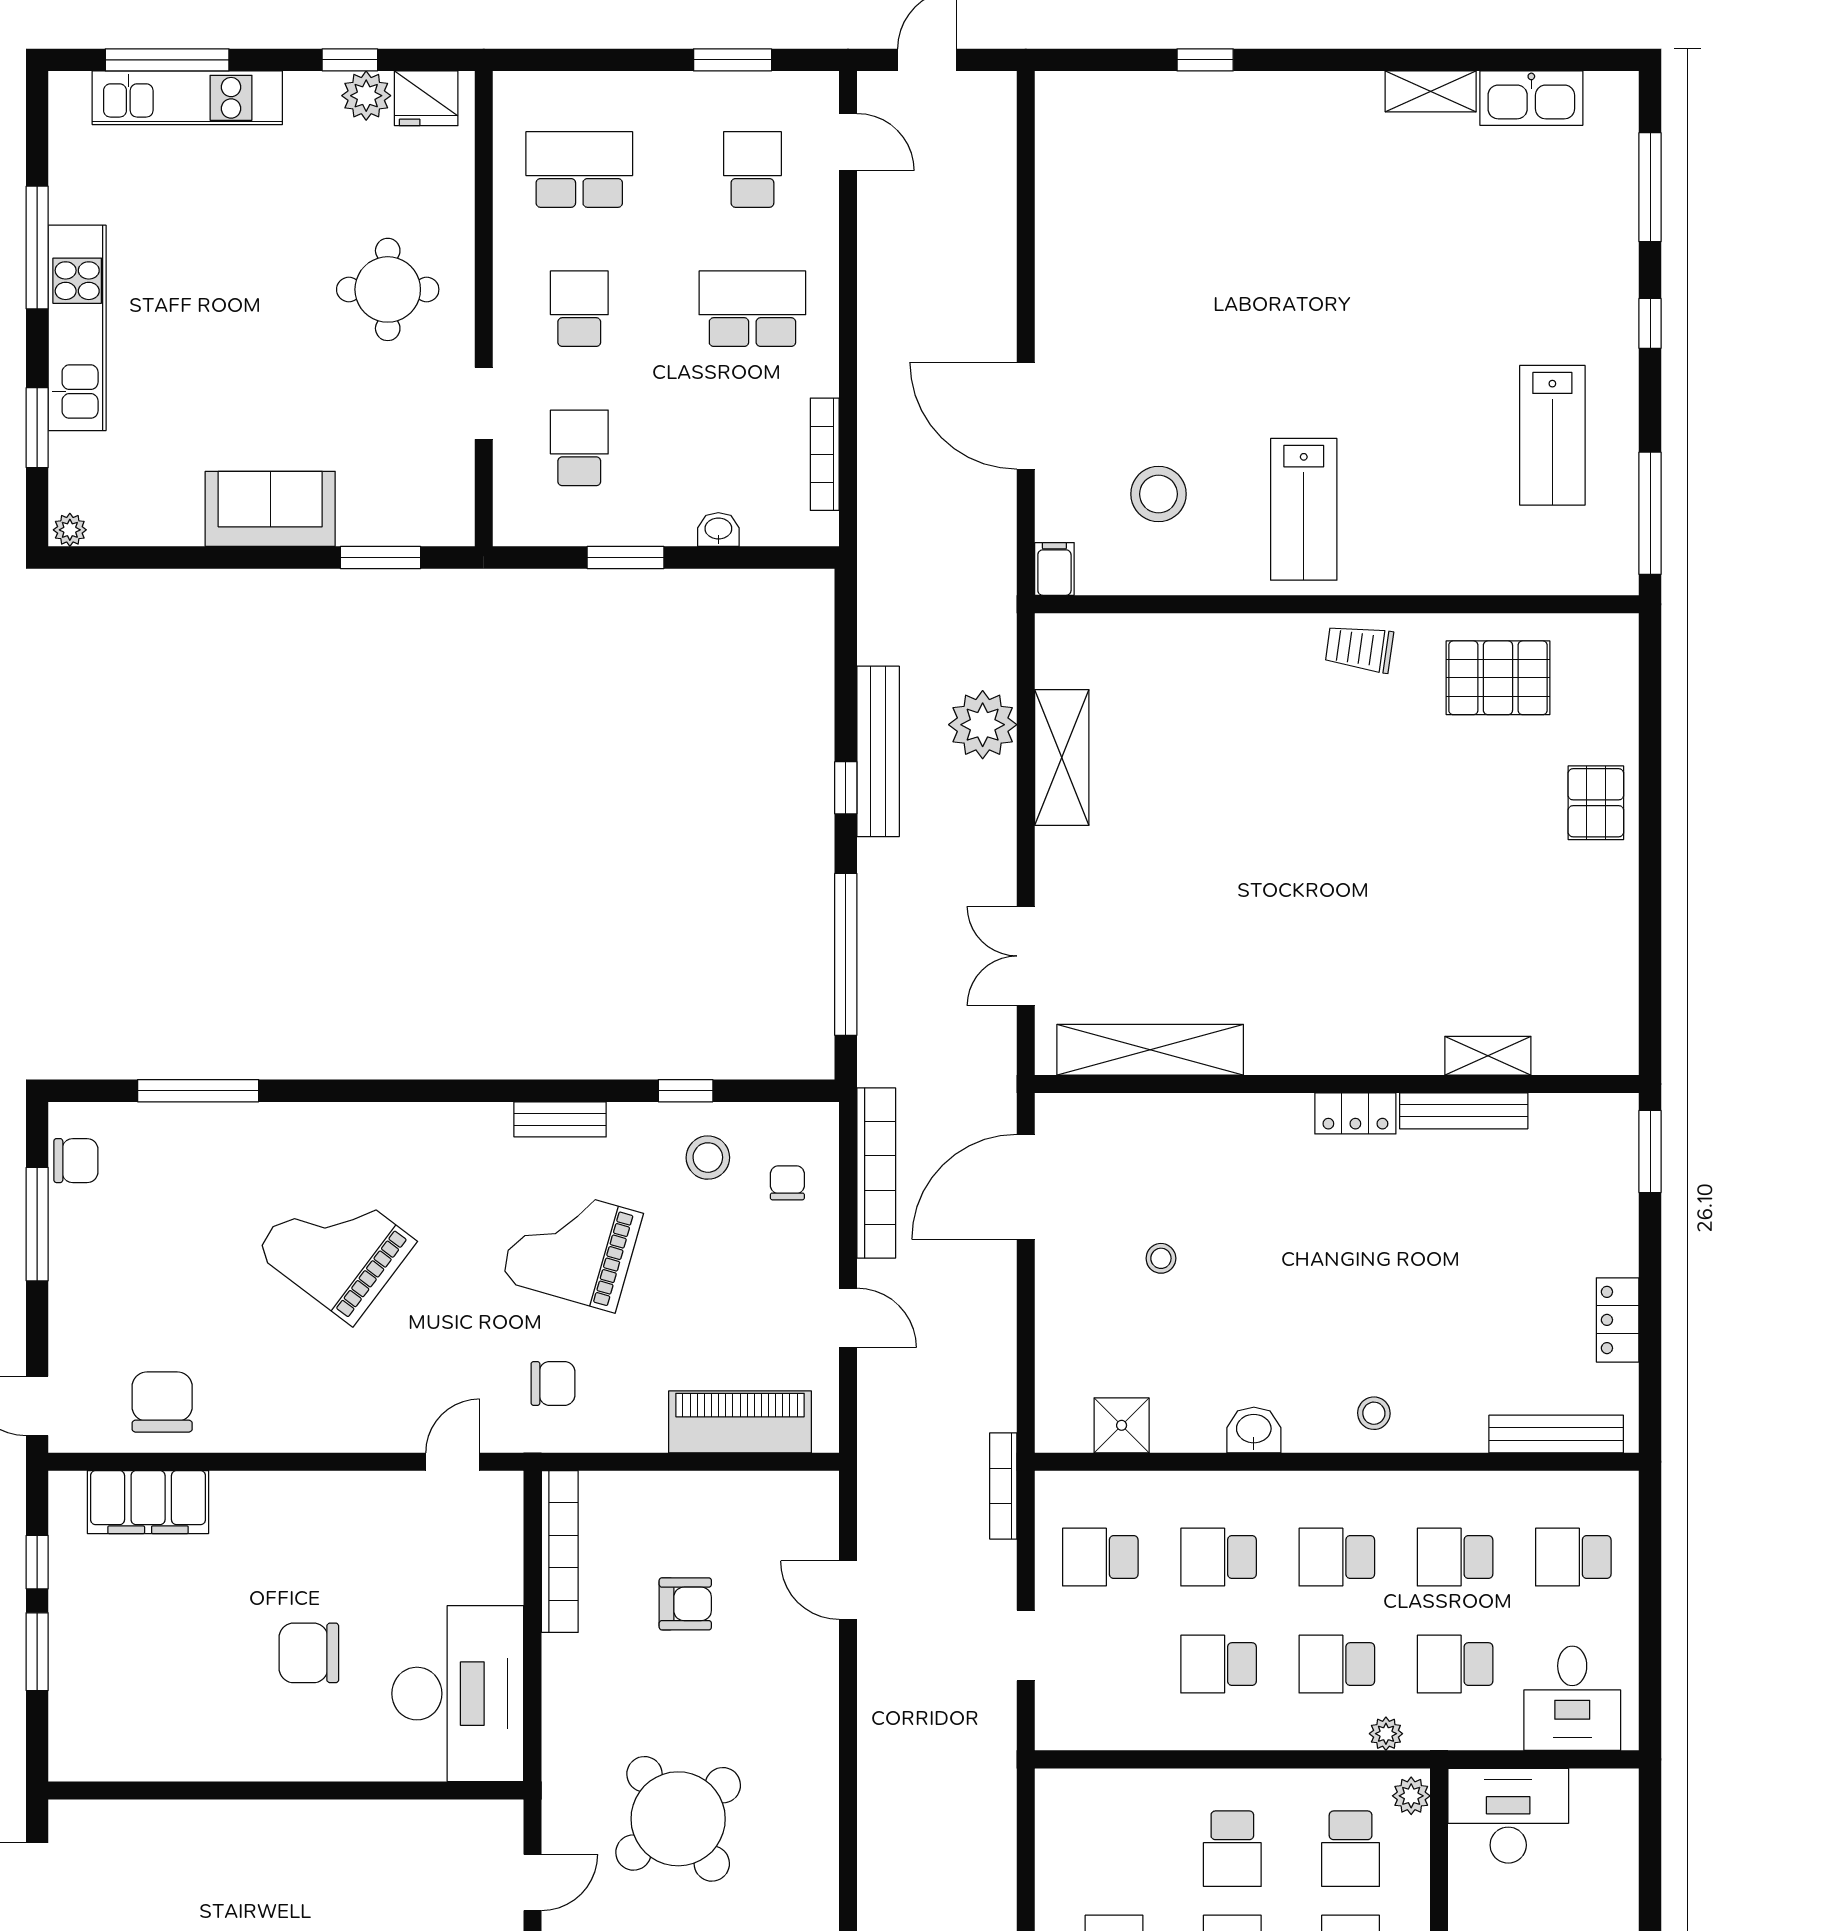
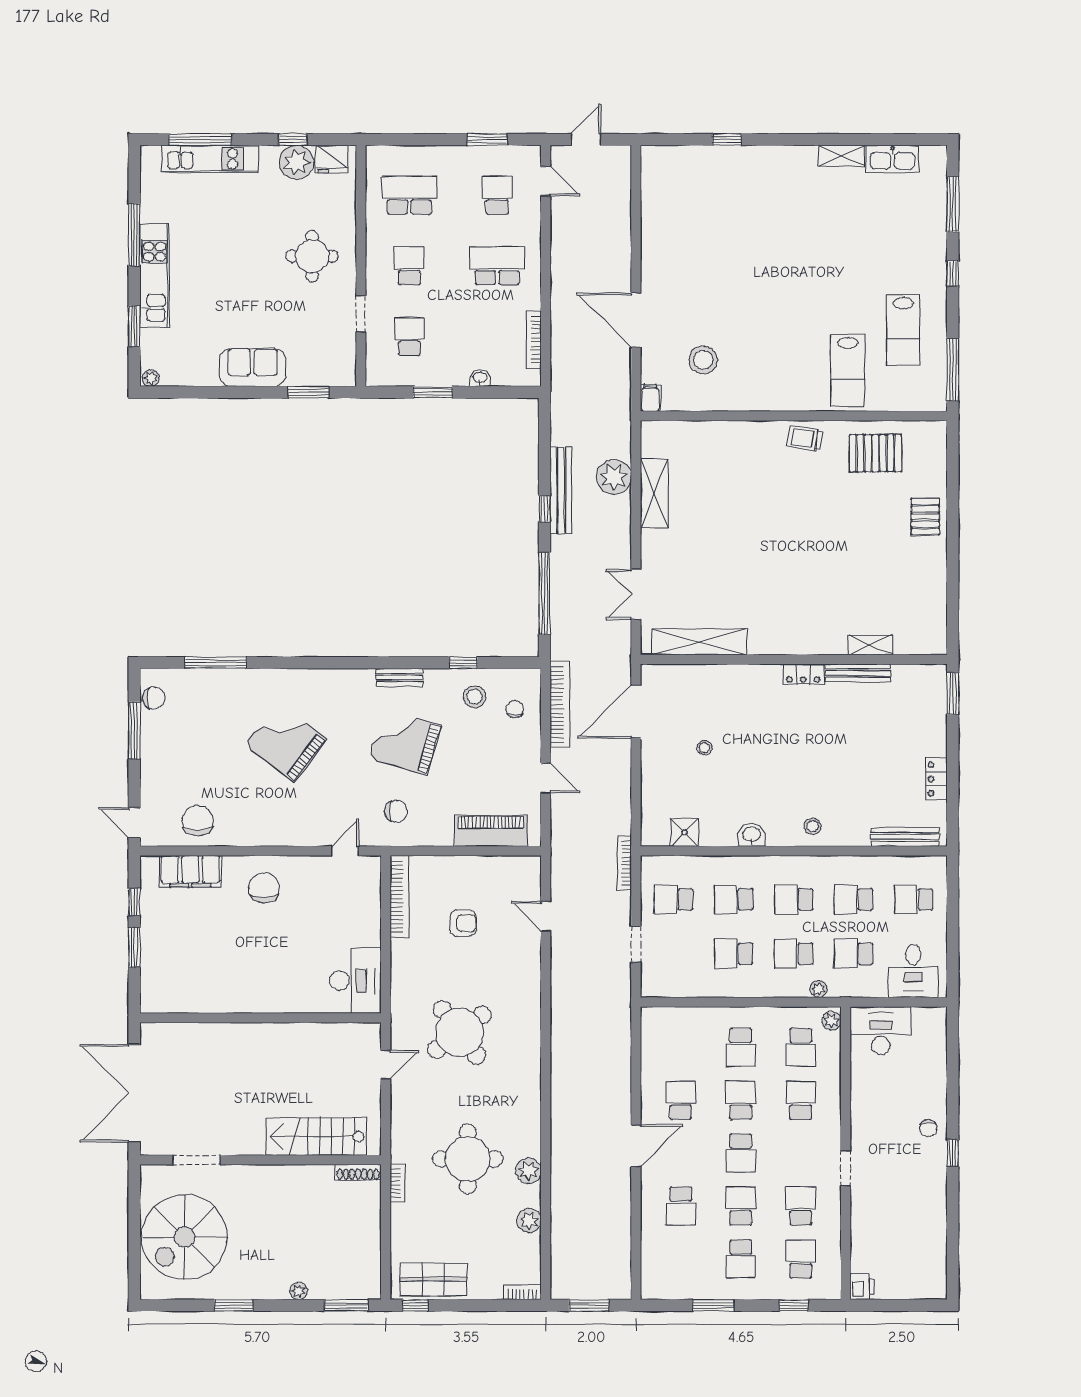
plant: (366, 96) -> (297, 162), width x1.36, depth x1.36
lab bench: (1304, 509) -> (848, 370), moved
chair: (309, 1653) -> (264, 888), moved, turned 90
desk: (458, 1694) -> (355, 981), width x0.73, depth x0.77

